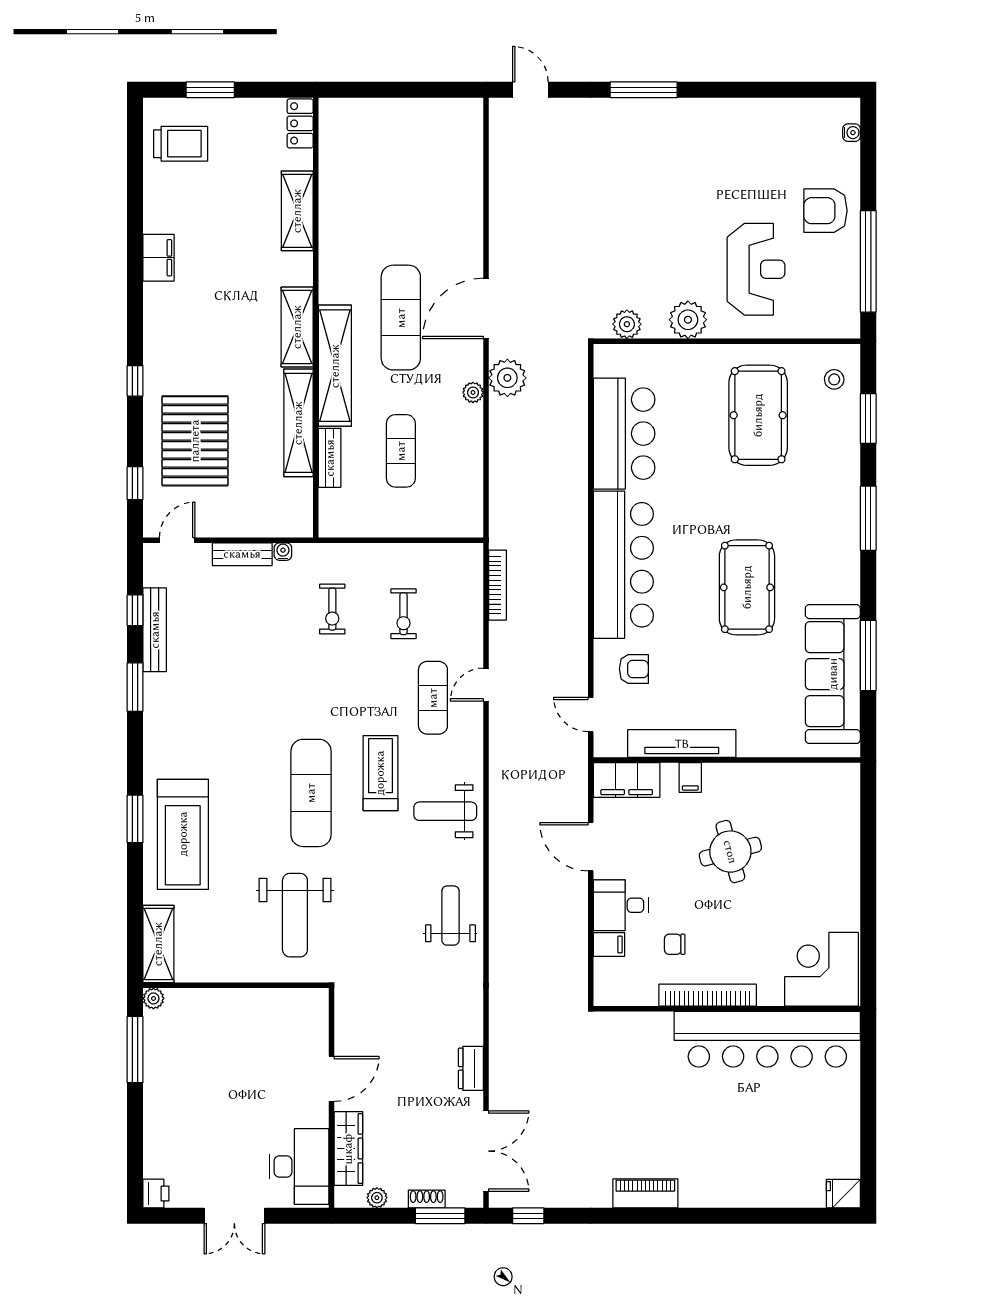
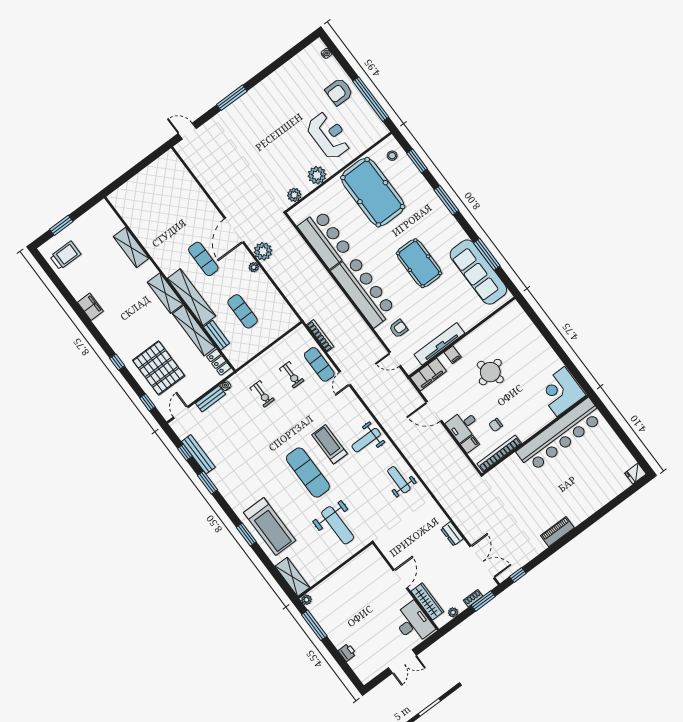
locker: (300, 123) -> (219, 362), moved
exercise mat: (401, 318) -> (203, 259), width x0.73, depth x0.69
pool table: (758, 415) -> (373, 192), width x1.36, depth x1.32
exercise mat: (433, 698) -> (319, 364), moved
bookcase: (708, 995) -> (499, 454), moved
printer: (156, 1194) -> (347, 652), moved

